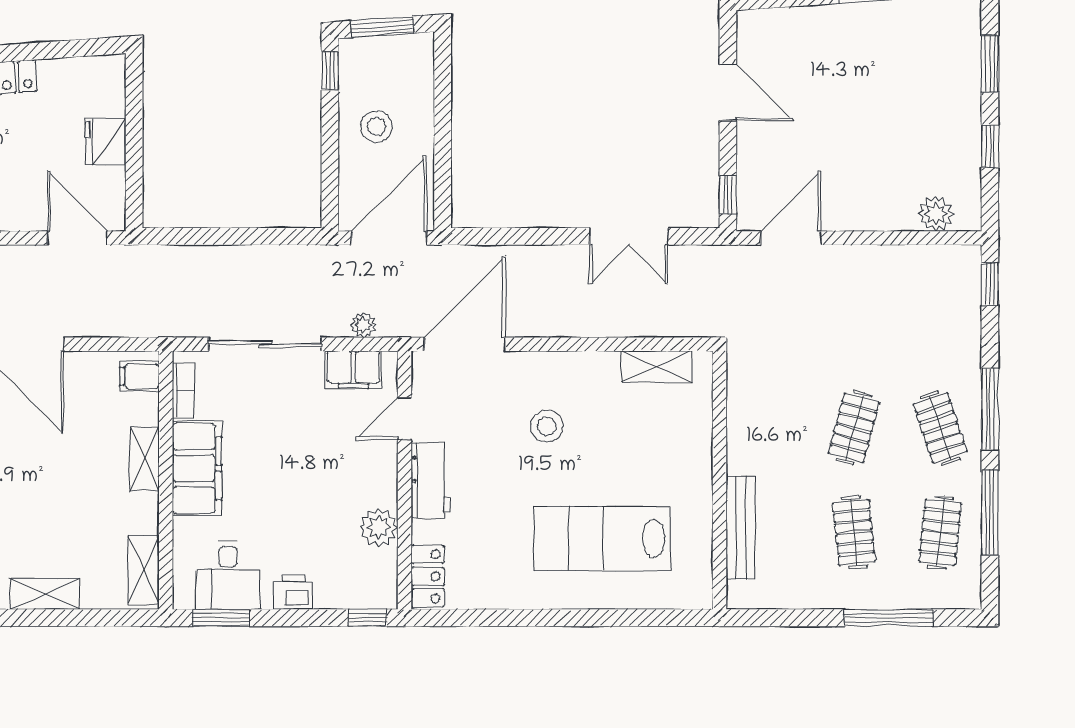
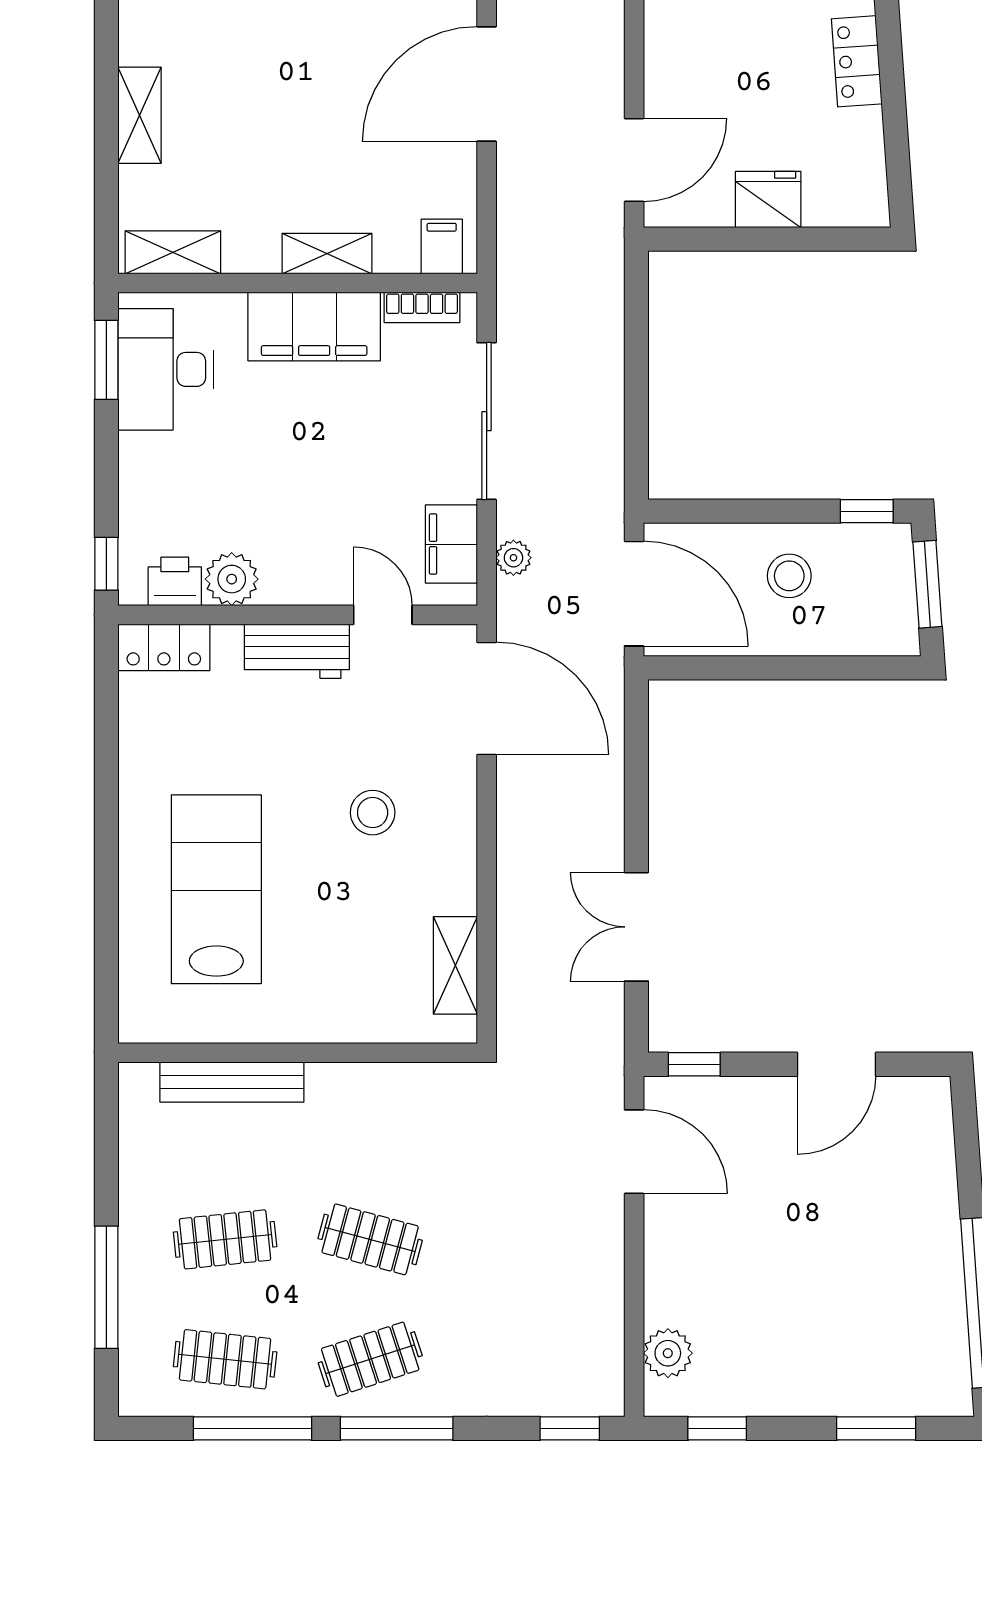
window: (990, 146) -> (717, 1428), moved
desk: (228, 575) -> (165, 369), width x1.37
printer: (293, 592) -> (175, 581), moved, turned -90

